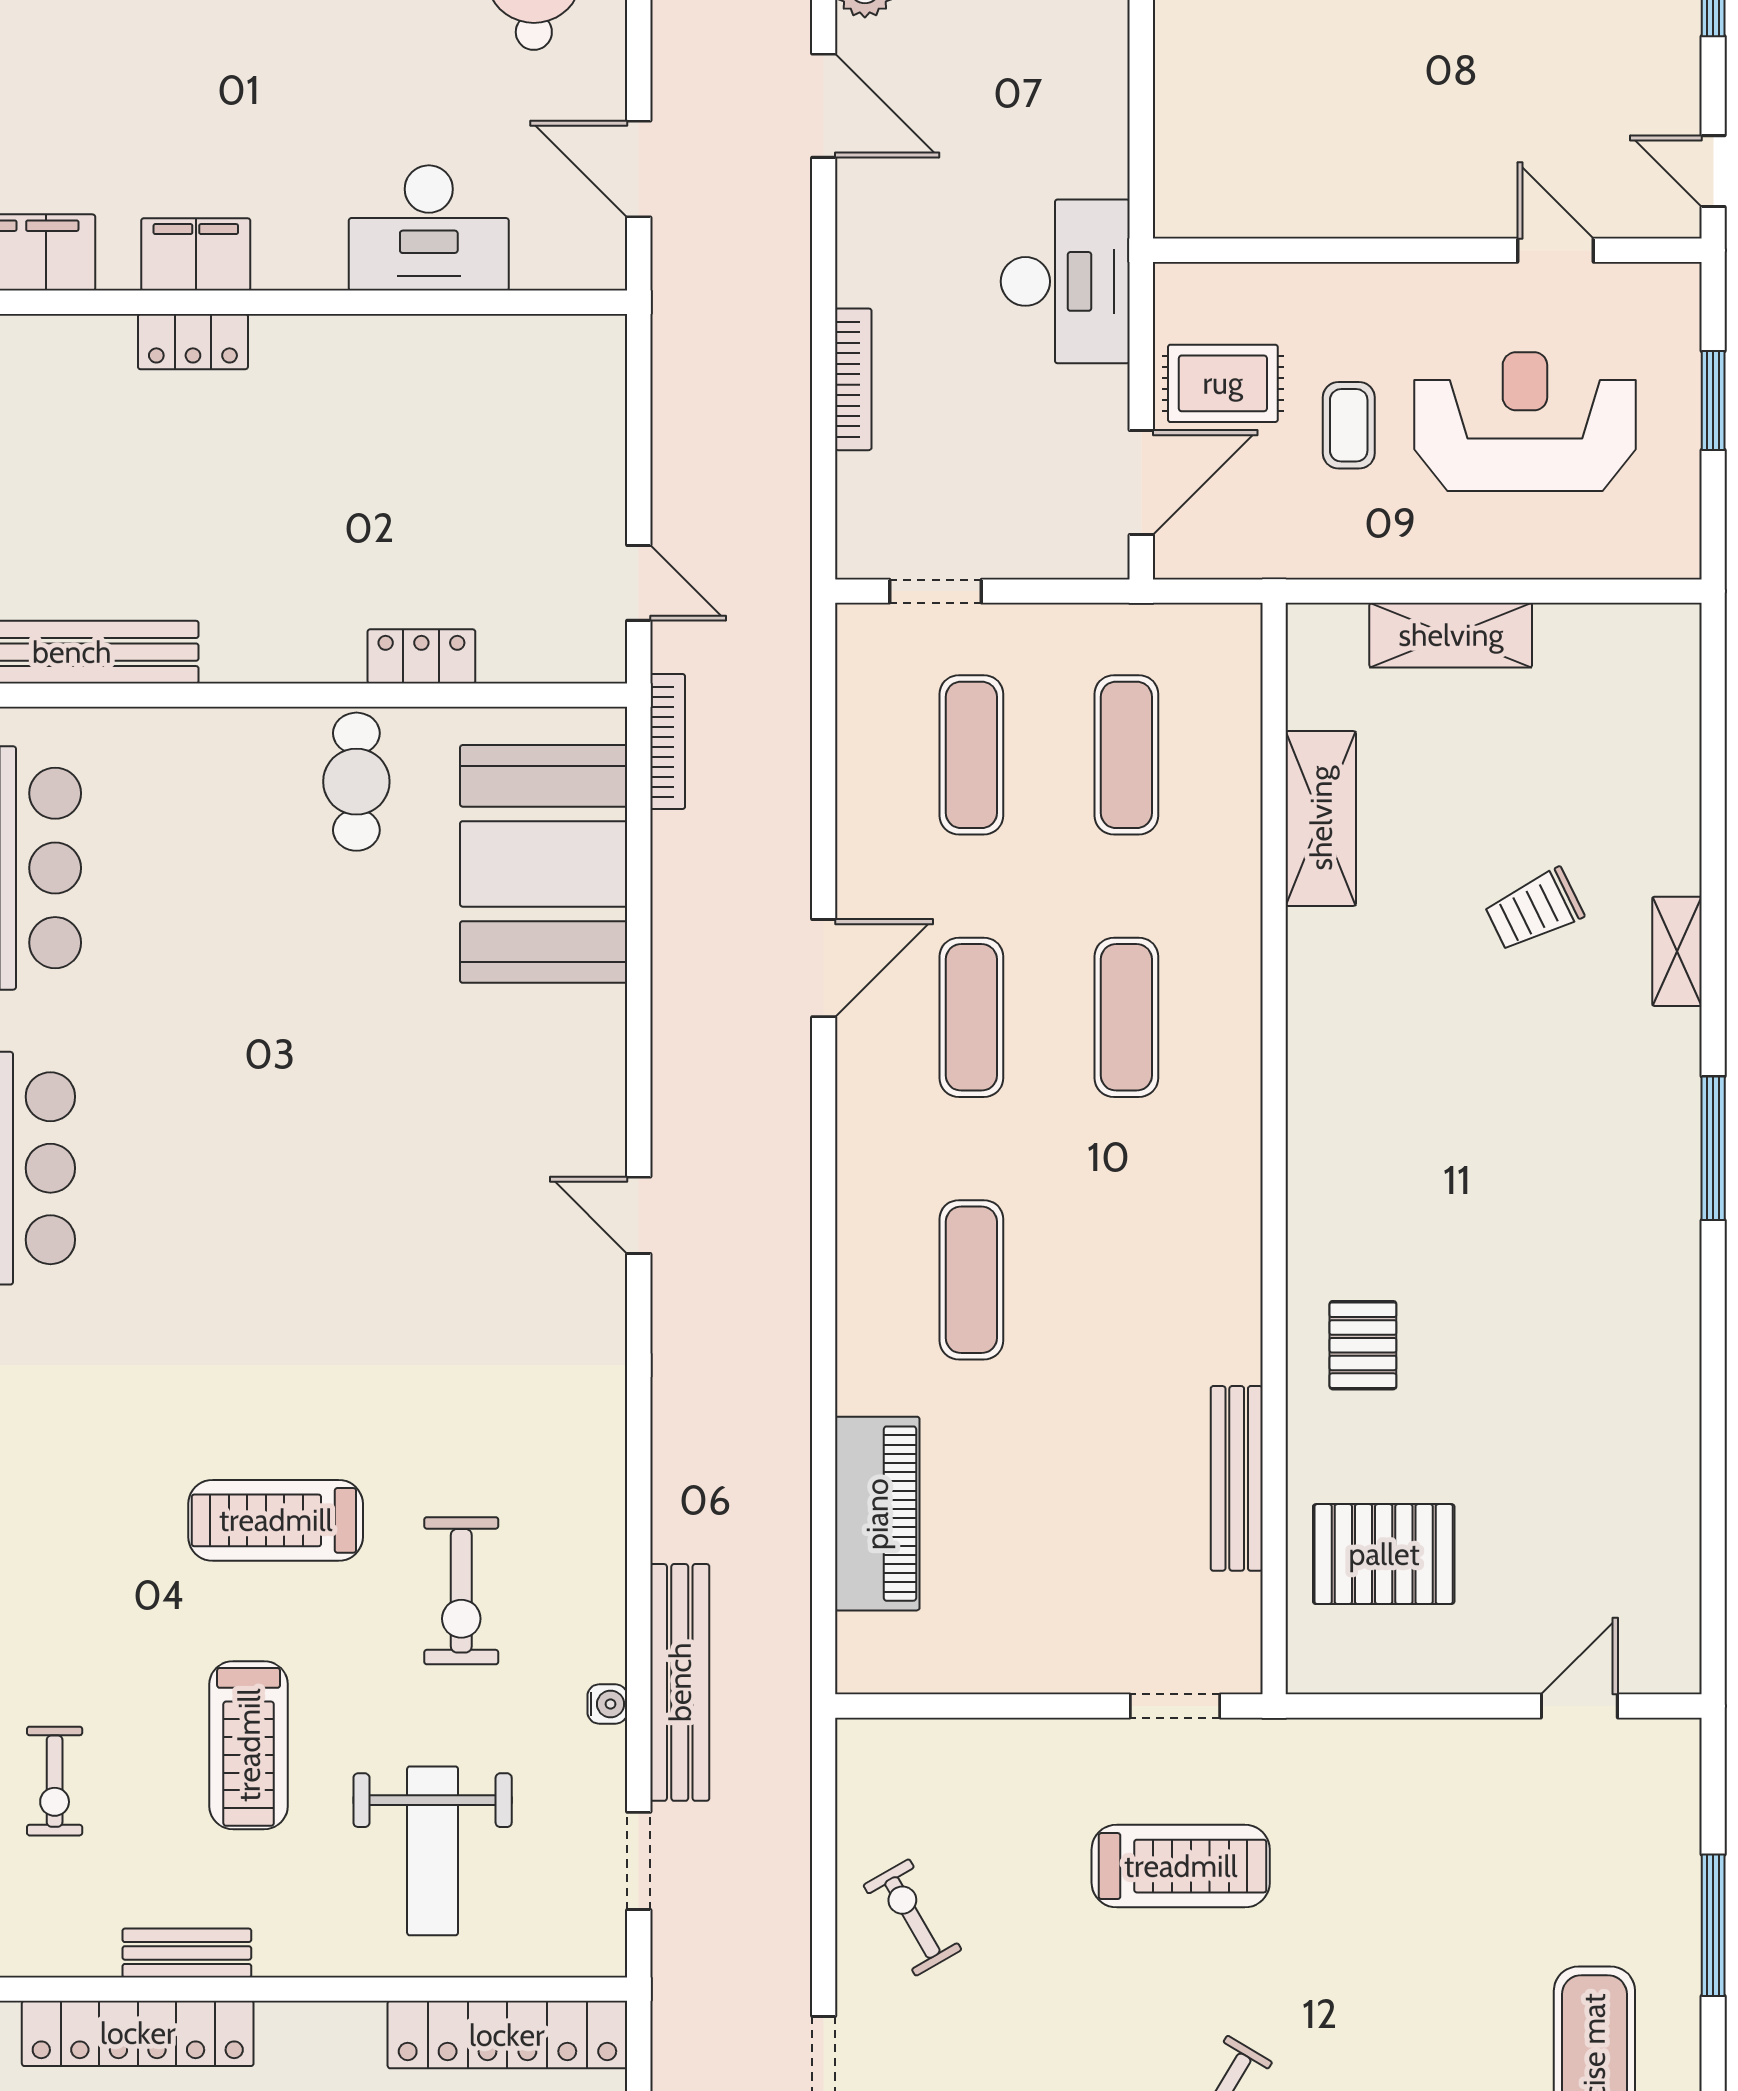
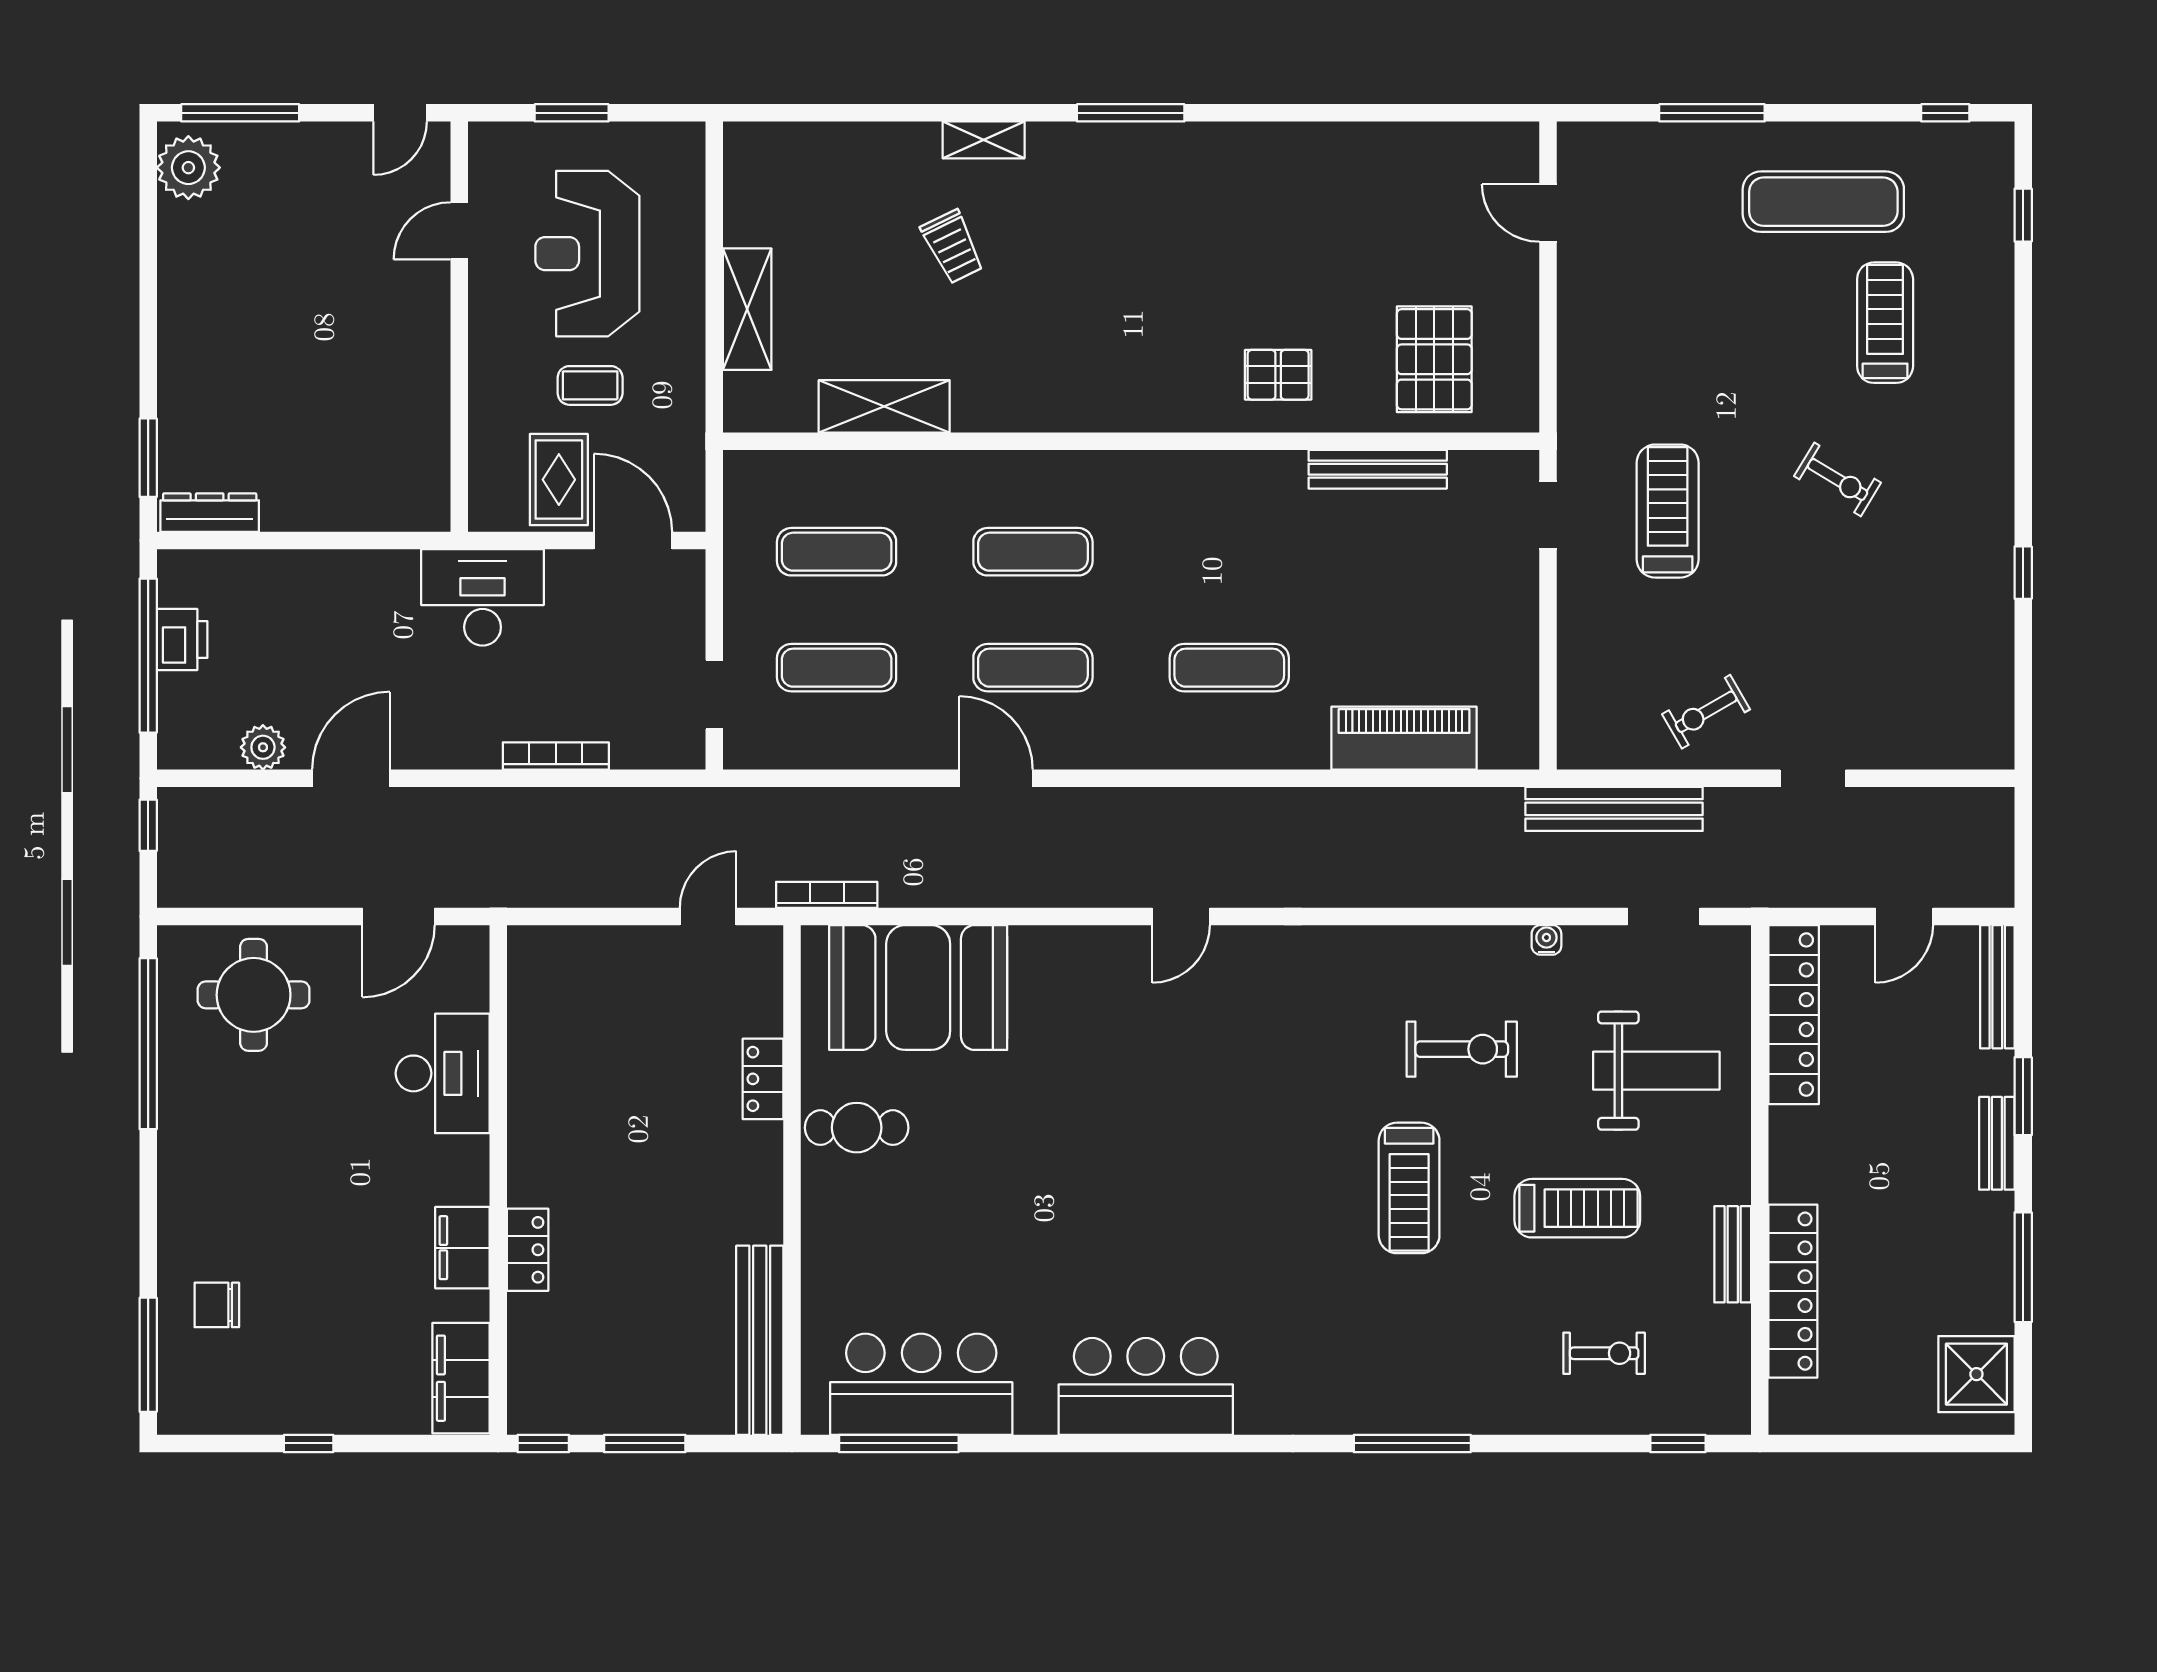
bench: (680, 1682) -> (1614, 809), moved

